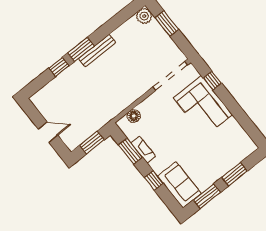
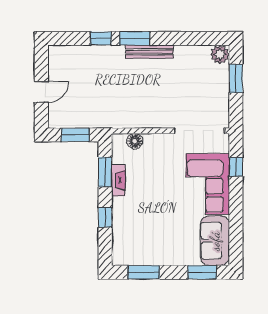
door: (48, 132) -> (41, 92), hinge flipped
window: (235, 174) -> (202, 272), moved
sofa: (179, 185) -> (215, 241), moved, turned 180

